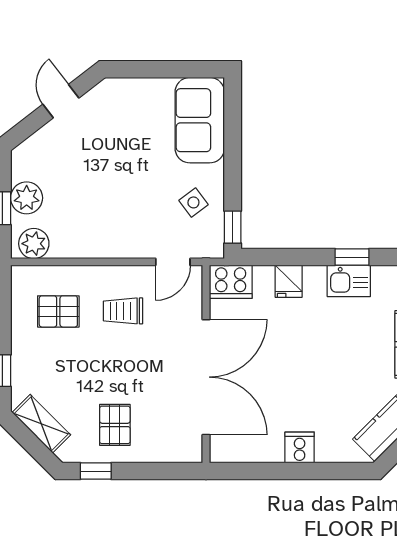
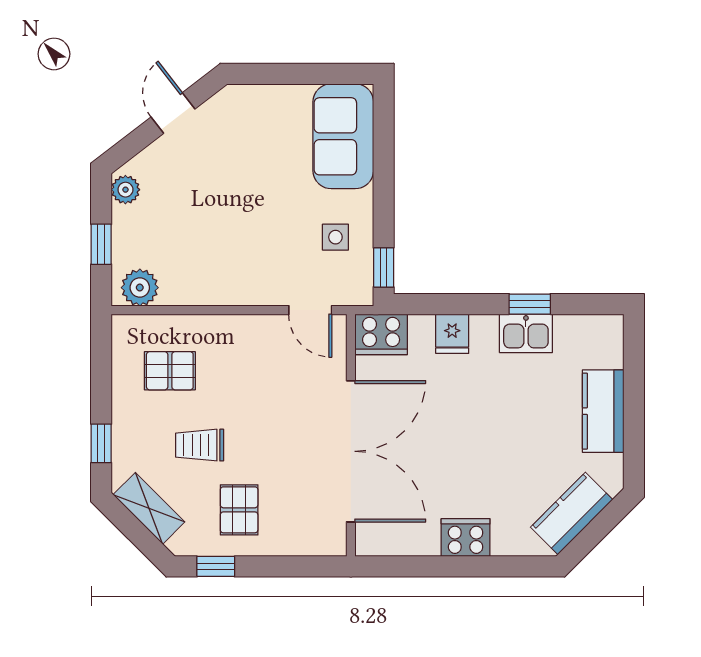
plant: (27, 198) -> (125, 190), moved, width x0.73, depth x0.73
side table: (193, 202) -> (335, 237), turned 37
door: (173, 262) -> (310, 310), hinge flipped
trolley: (123, 311) -> (200, 445), moved
cooker: (300, 447) -> (466, 538), width x1.36

